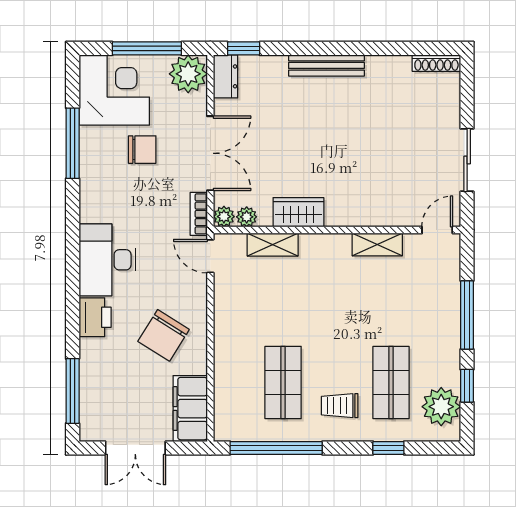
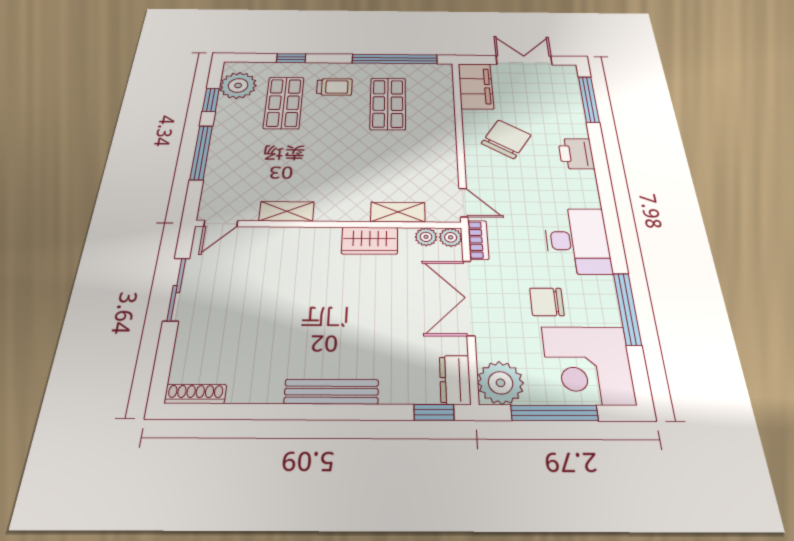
desk: (107, 260) -> (577, 241), moved

